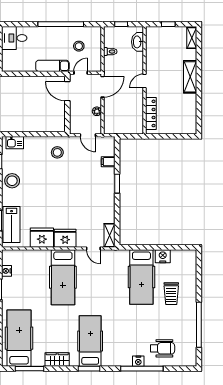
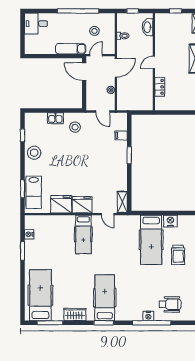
locker: (151, 113) -> (160, 87), width x0.66
kitchen sink: (15, 143) -> (55, 118), moved
hospital bed: (63, 277) -> (83, 234), width x0.73, depth x0.78

